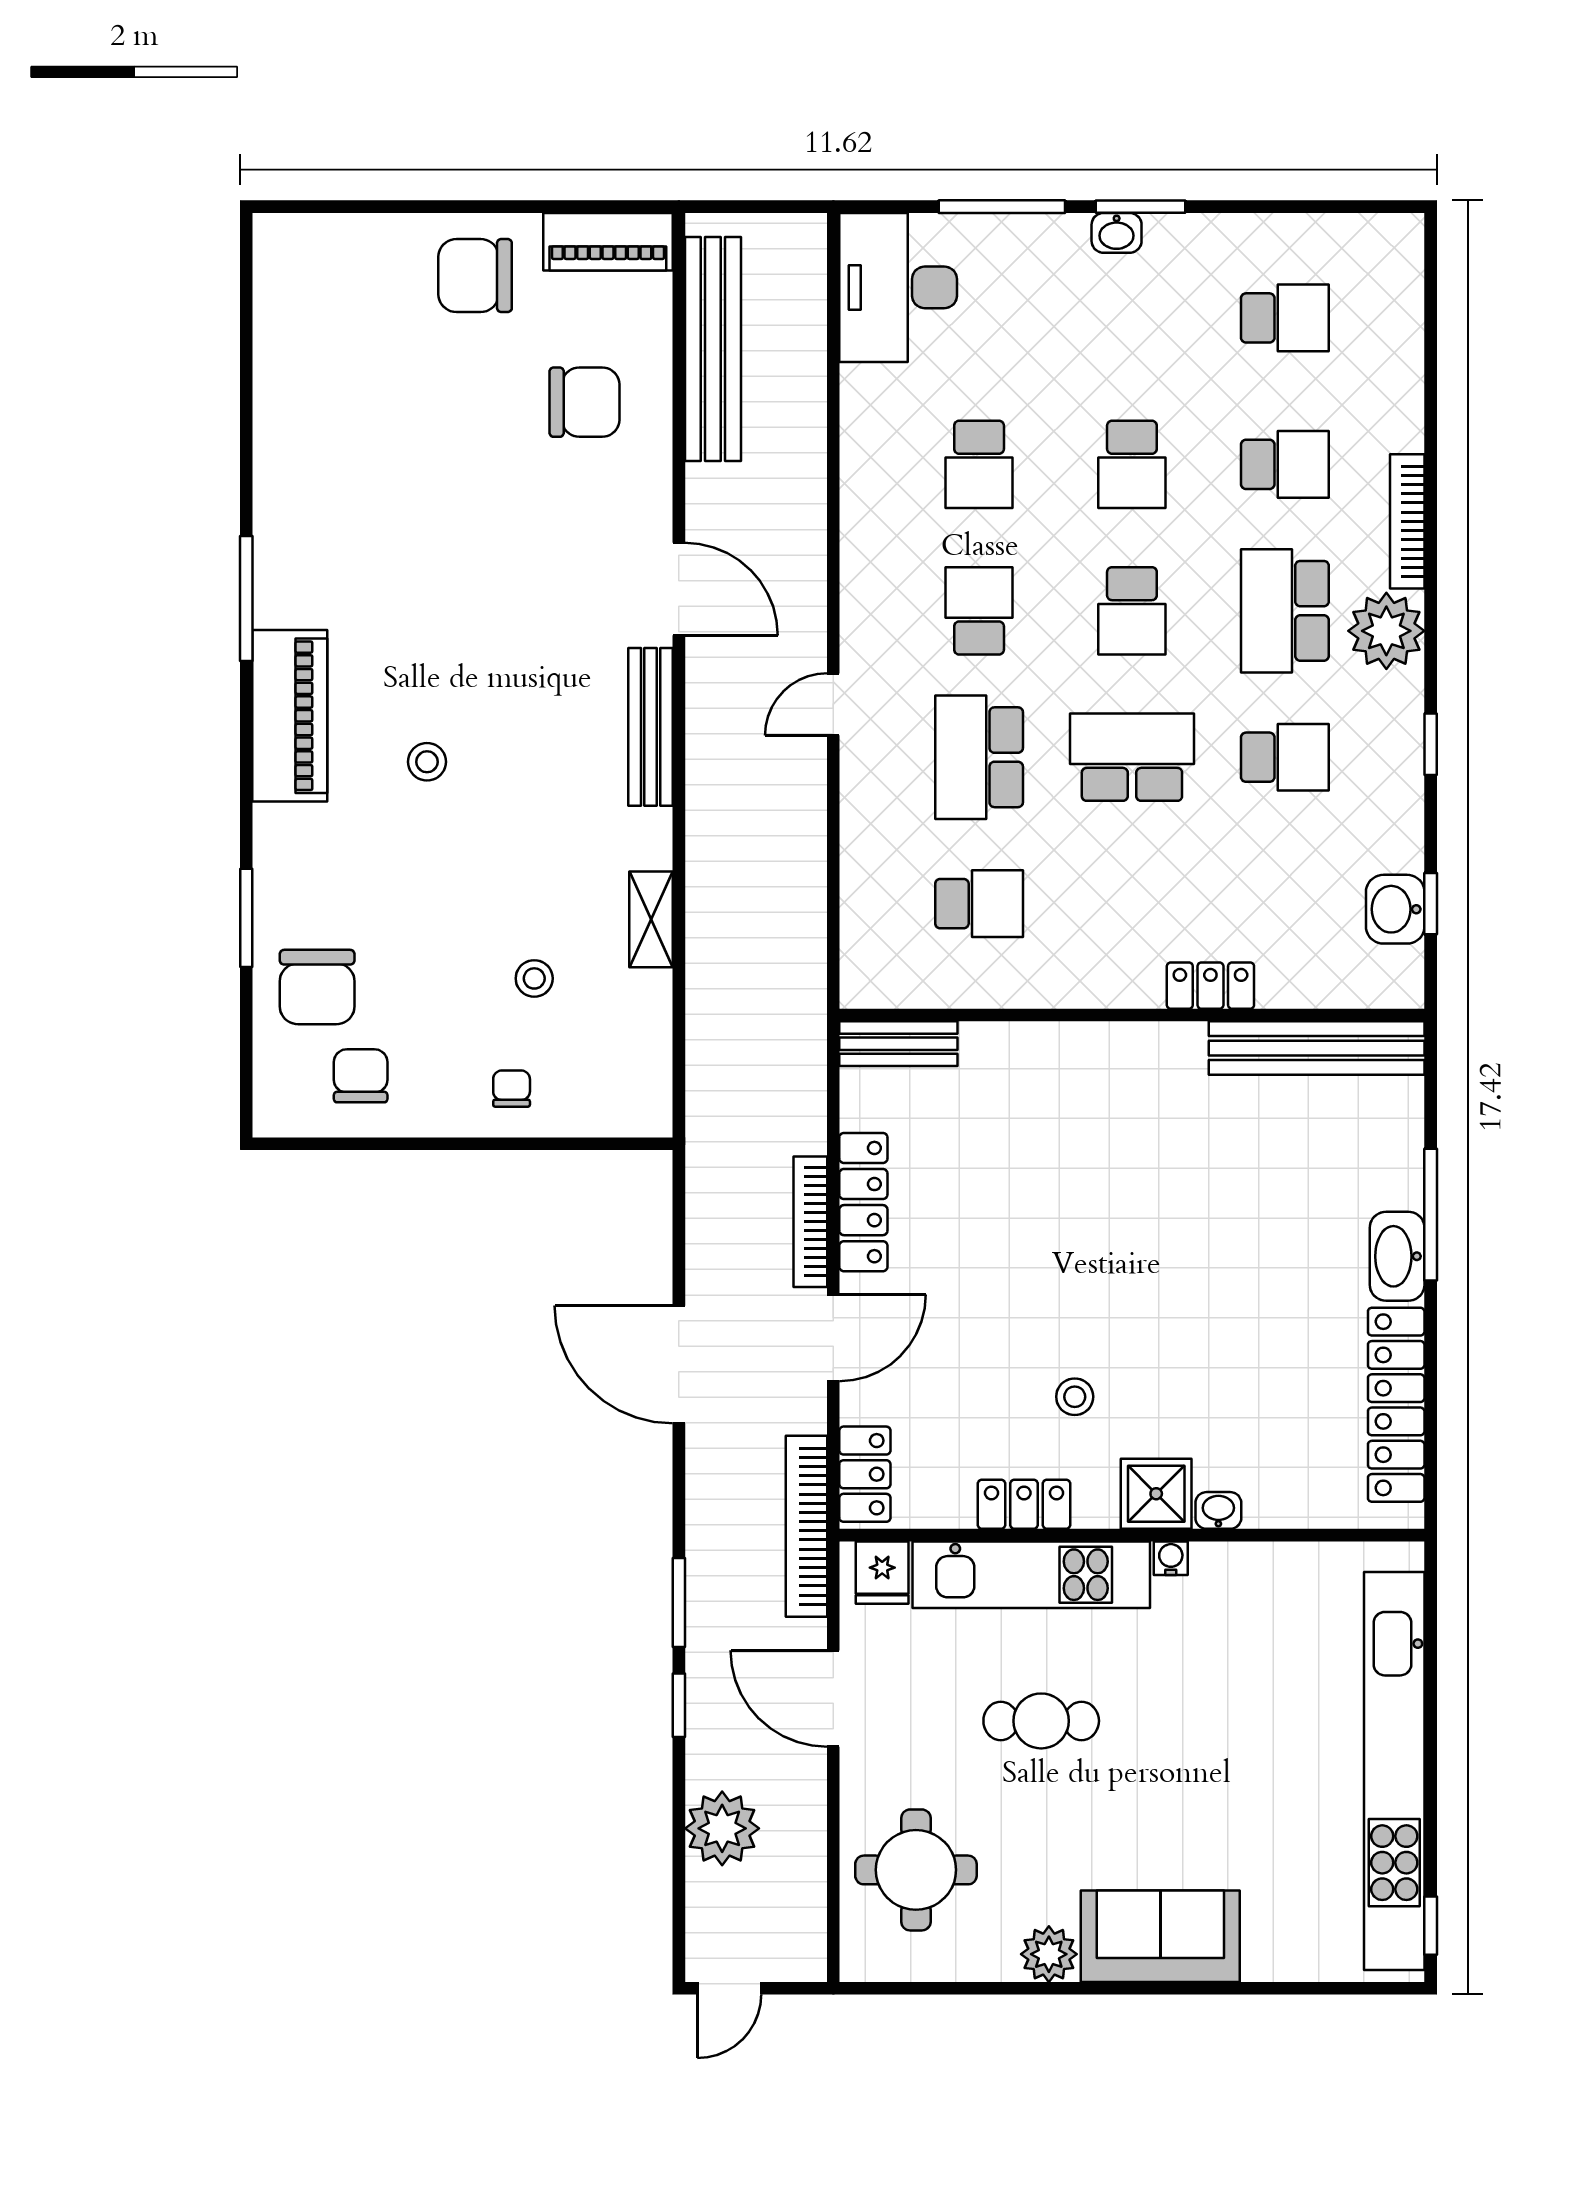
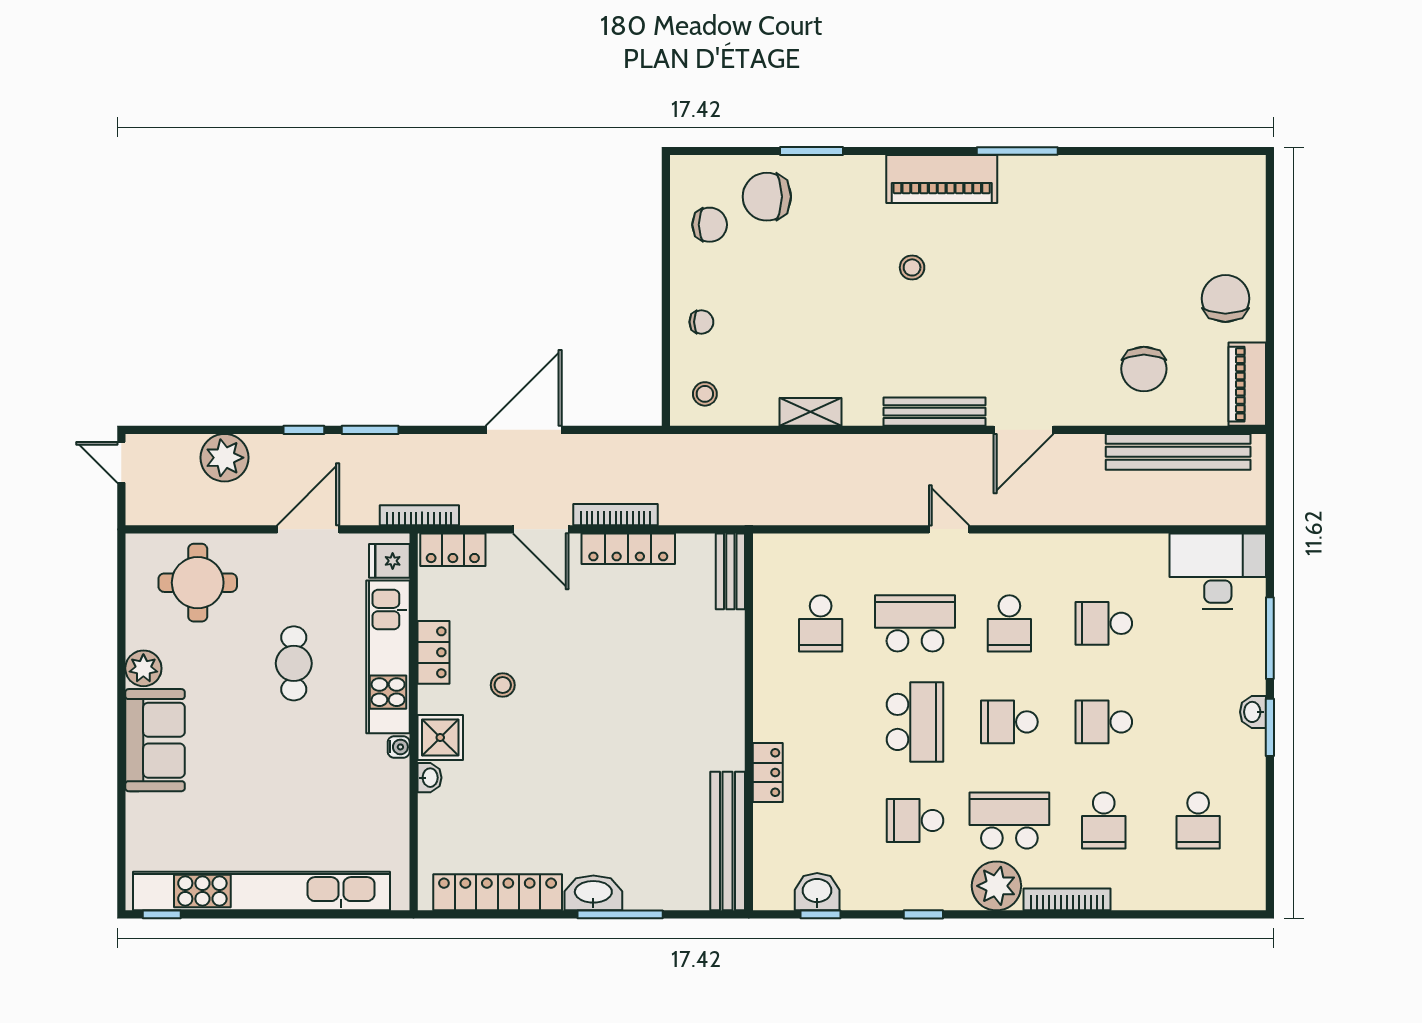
school desk: (979, 611) -> (1009, 623), turned 90
school desk: (1285, 757) -> (915, 821), turned 90
stool: (534, 978) -> (705, 394), moved
bookcase: (807, 1526) -> (419, 515), width x0.68, depth x0.76

